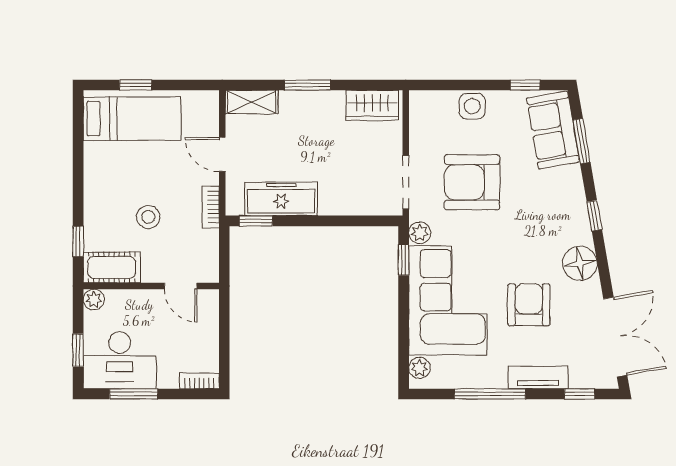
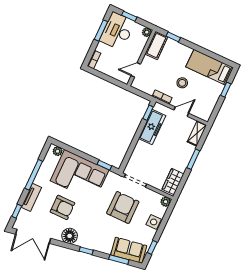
bed: (132, 119) -> (210, 67), moved, turned 90
stool: (148, 217) -> (182, 83), moved
plant: (420, 233) -> (166, 202), moved

